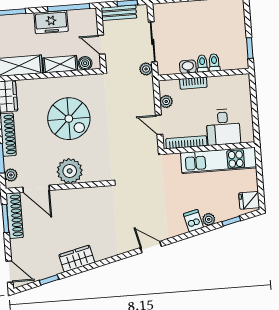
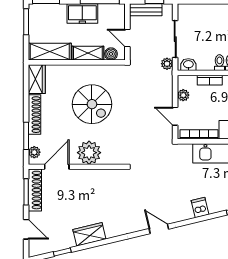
washbasin: (188, 67) -> (188, 65), moved
door: (36, 189) -> (57, 167), swing flipped
plant: (209, 219) -> (214, 207), removed
door: (9, 272) -> (26, 229), moved

